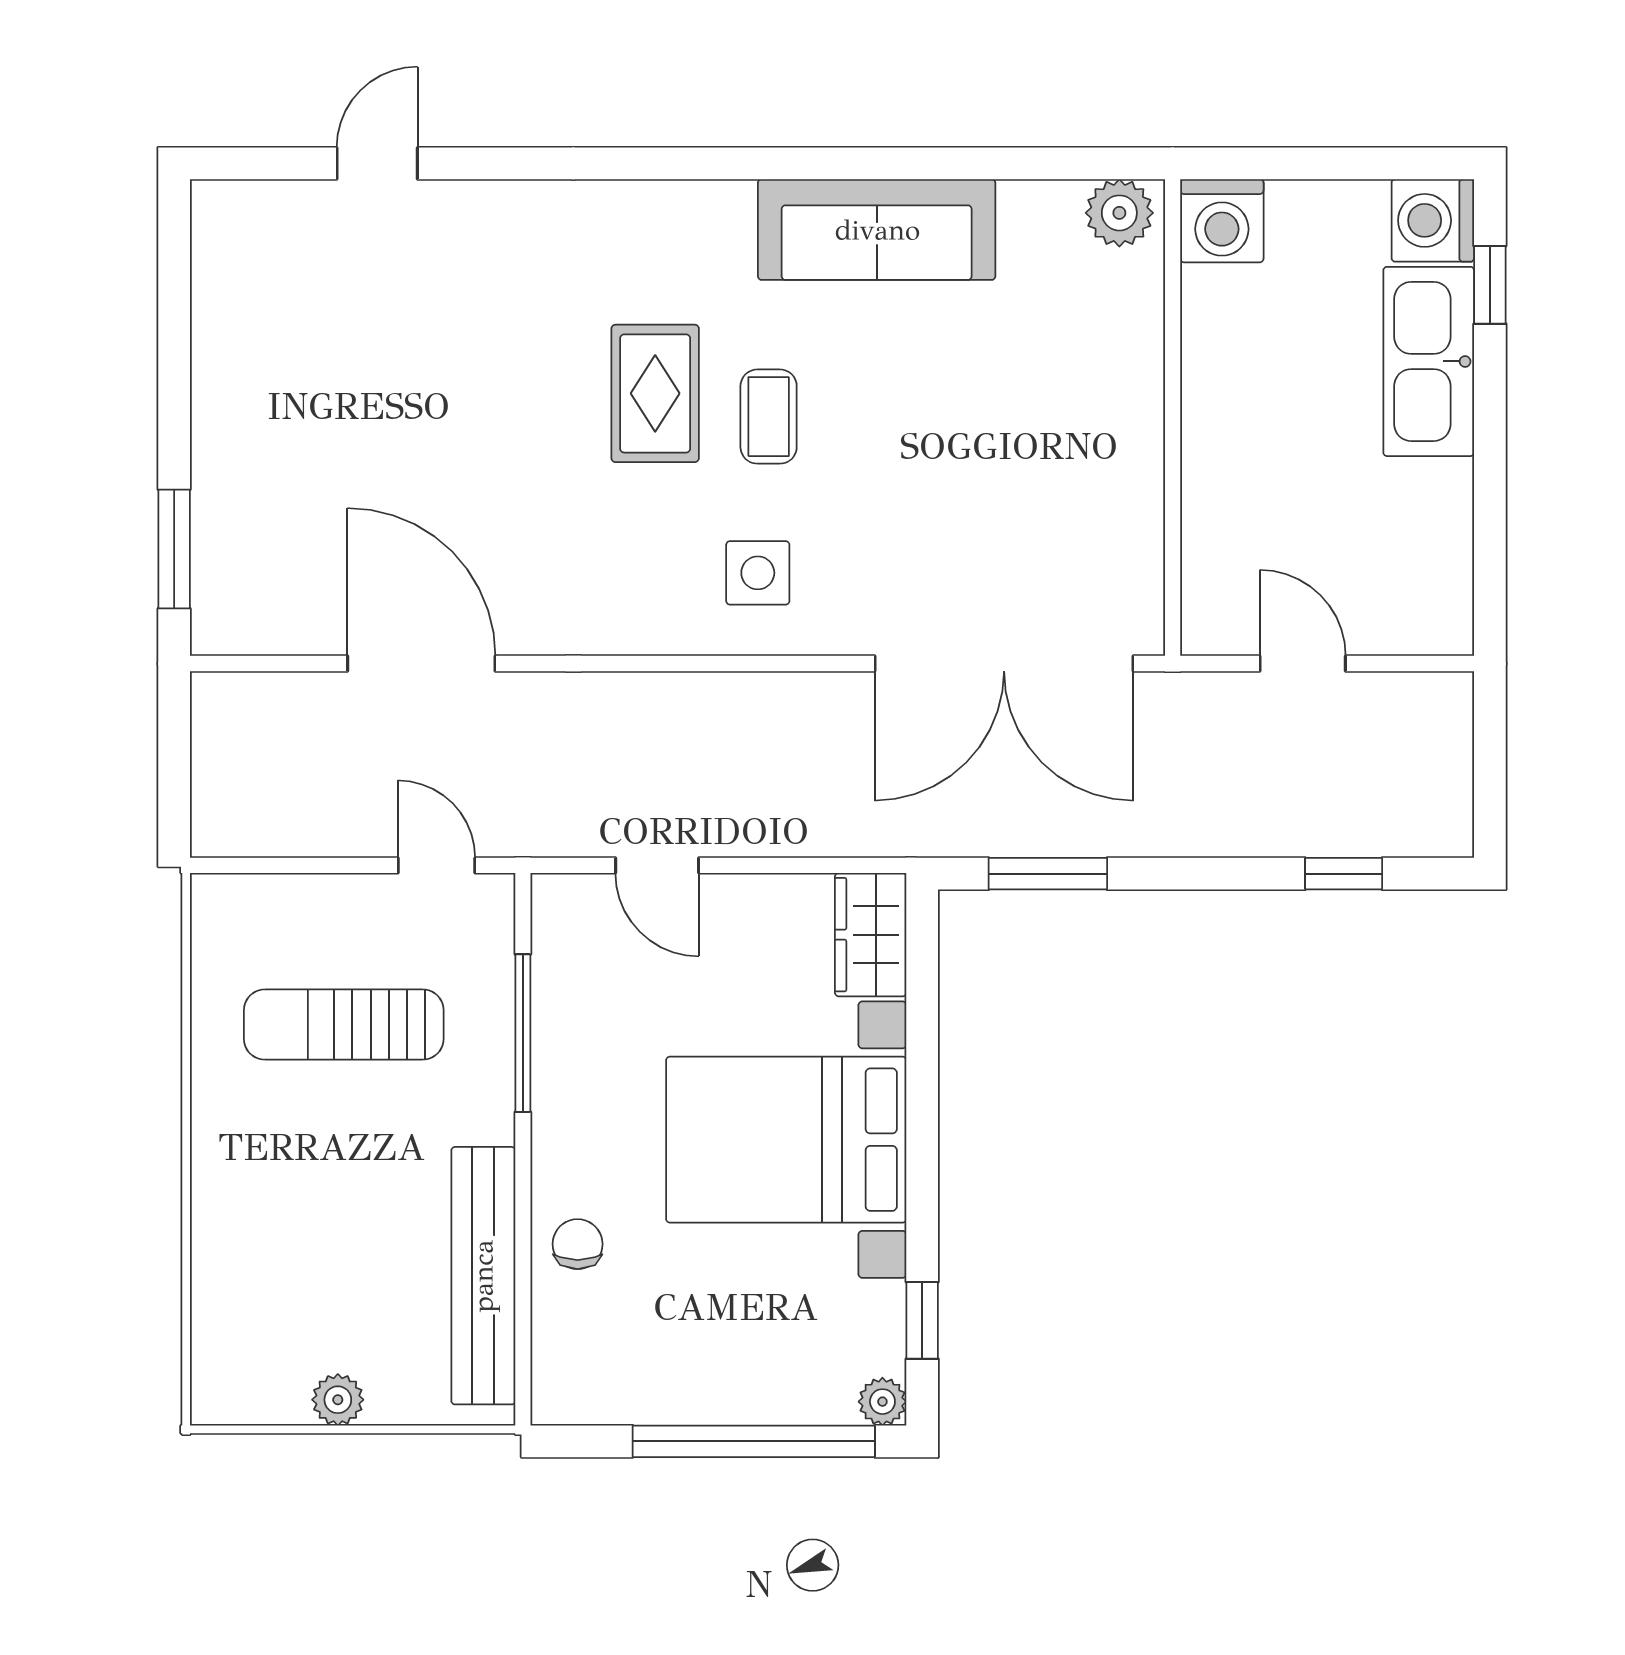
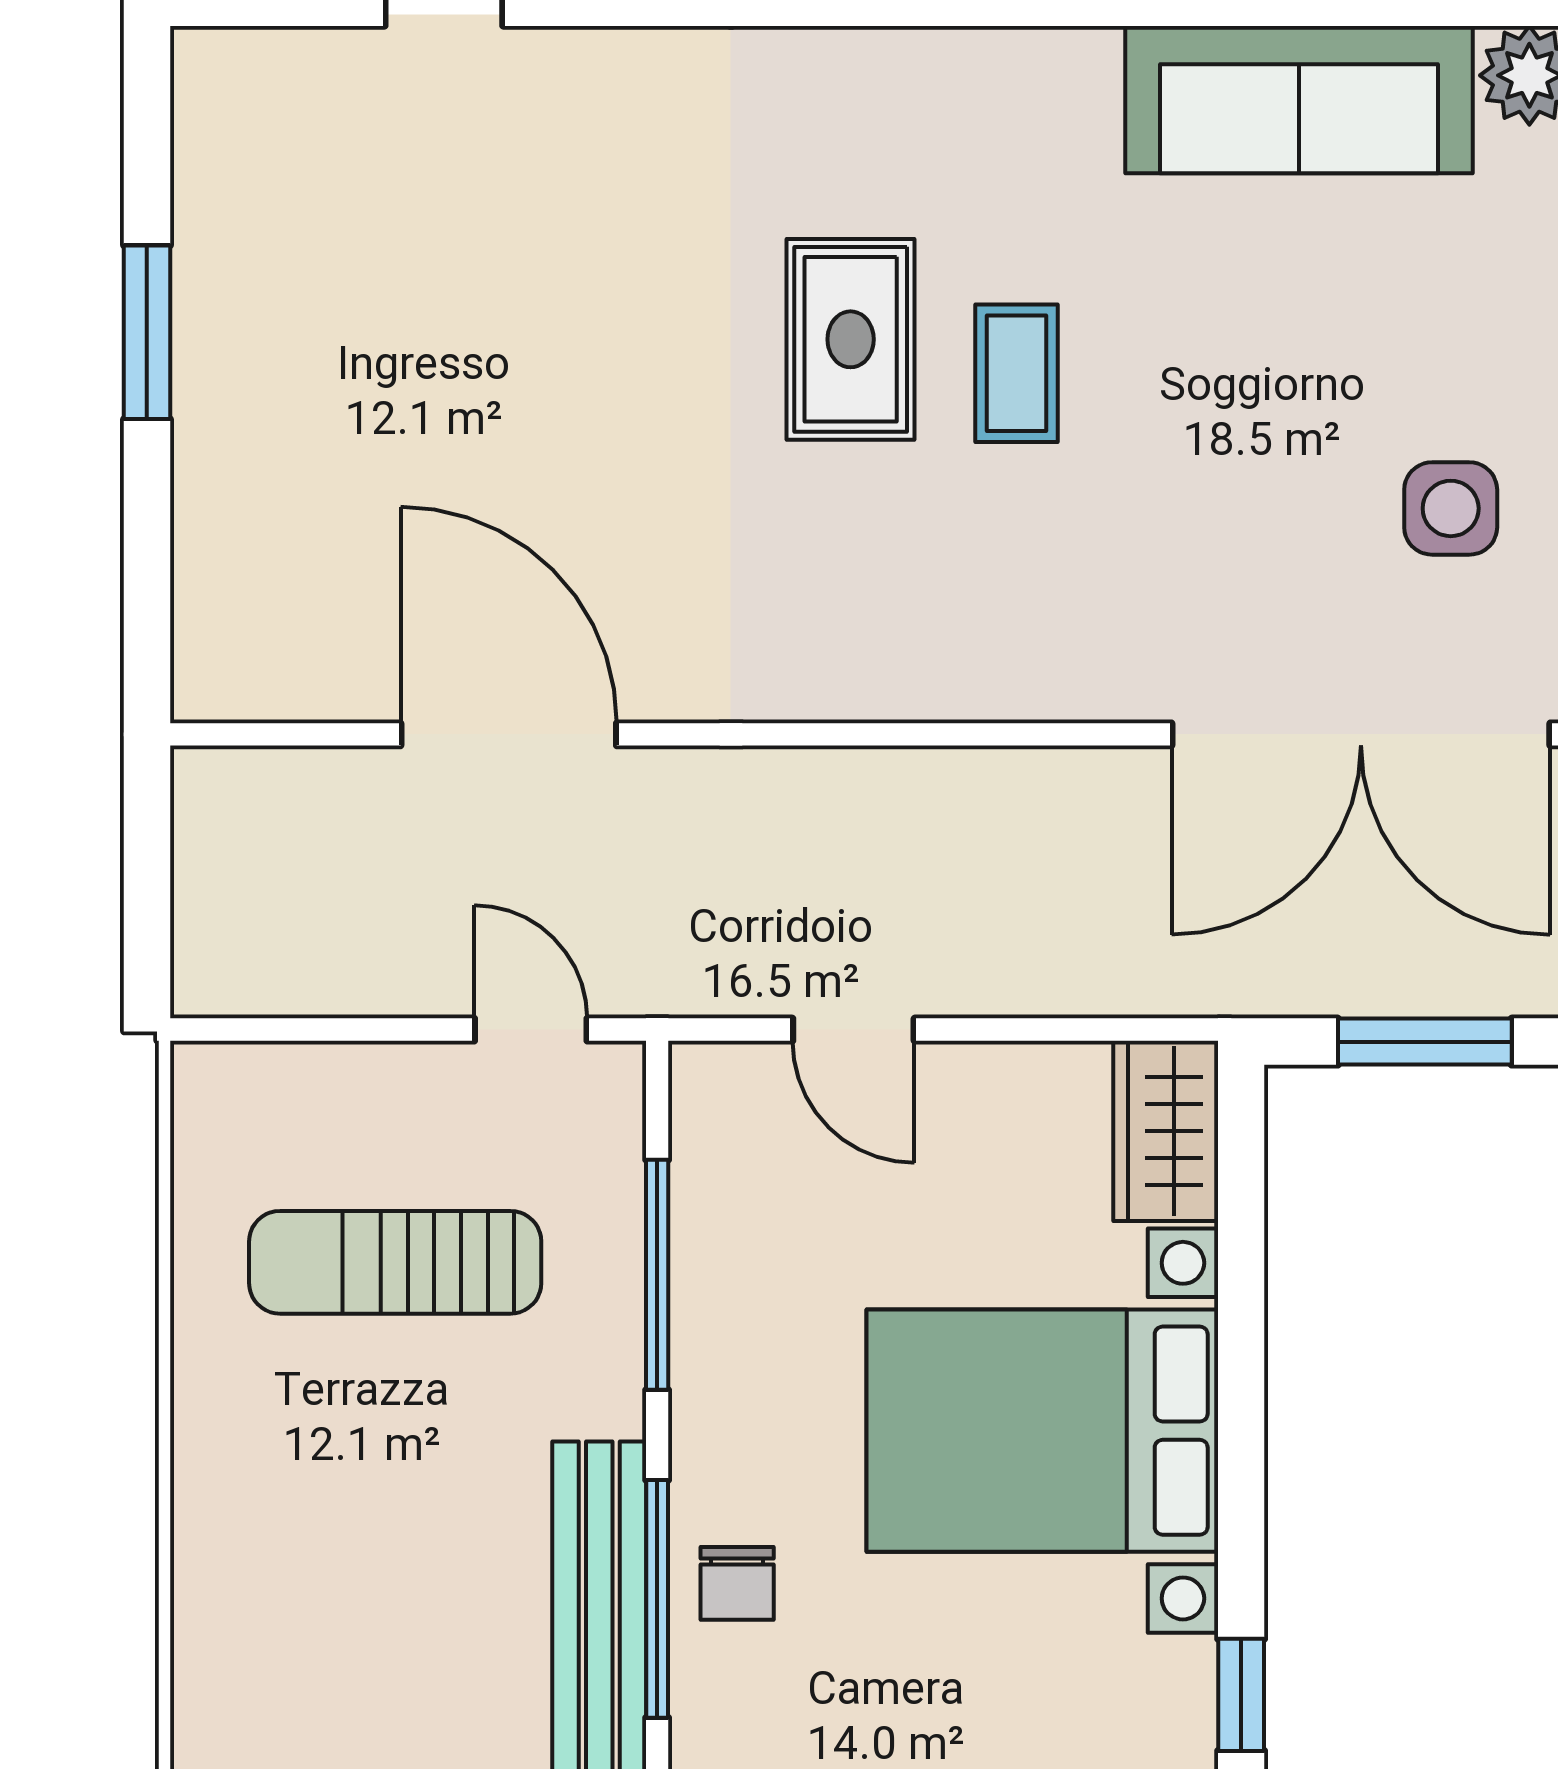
sofa: (877, 230) -> (1299, 100), moved
window: (174, 549) -> (147, 332), moved
side table: (758, 573) -> (1451, 508), moved
chair: (578, 1244) -> (737, 1583), turned 180
window: (523, 1255) -> (657, 1599), added

